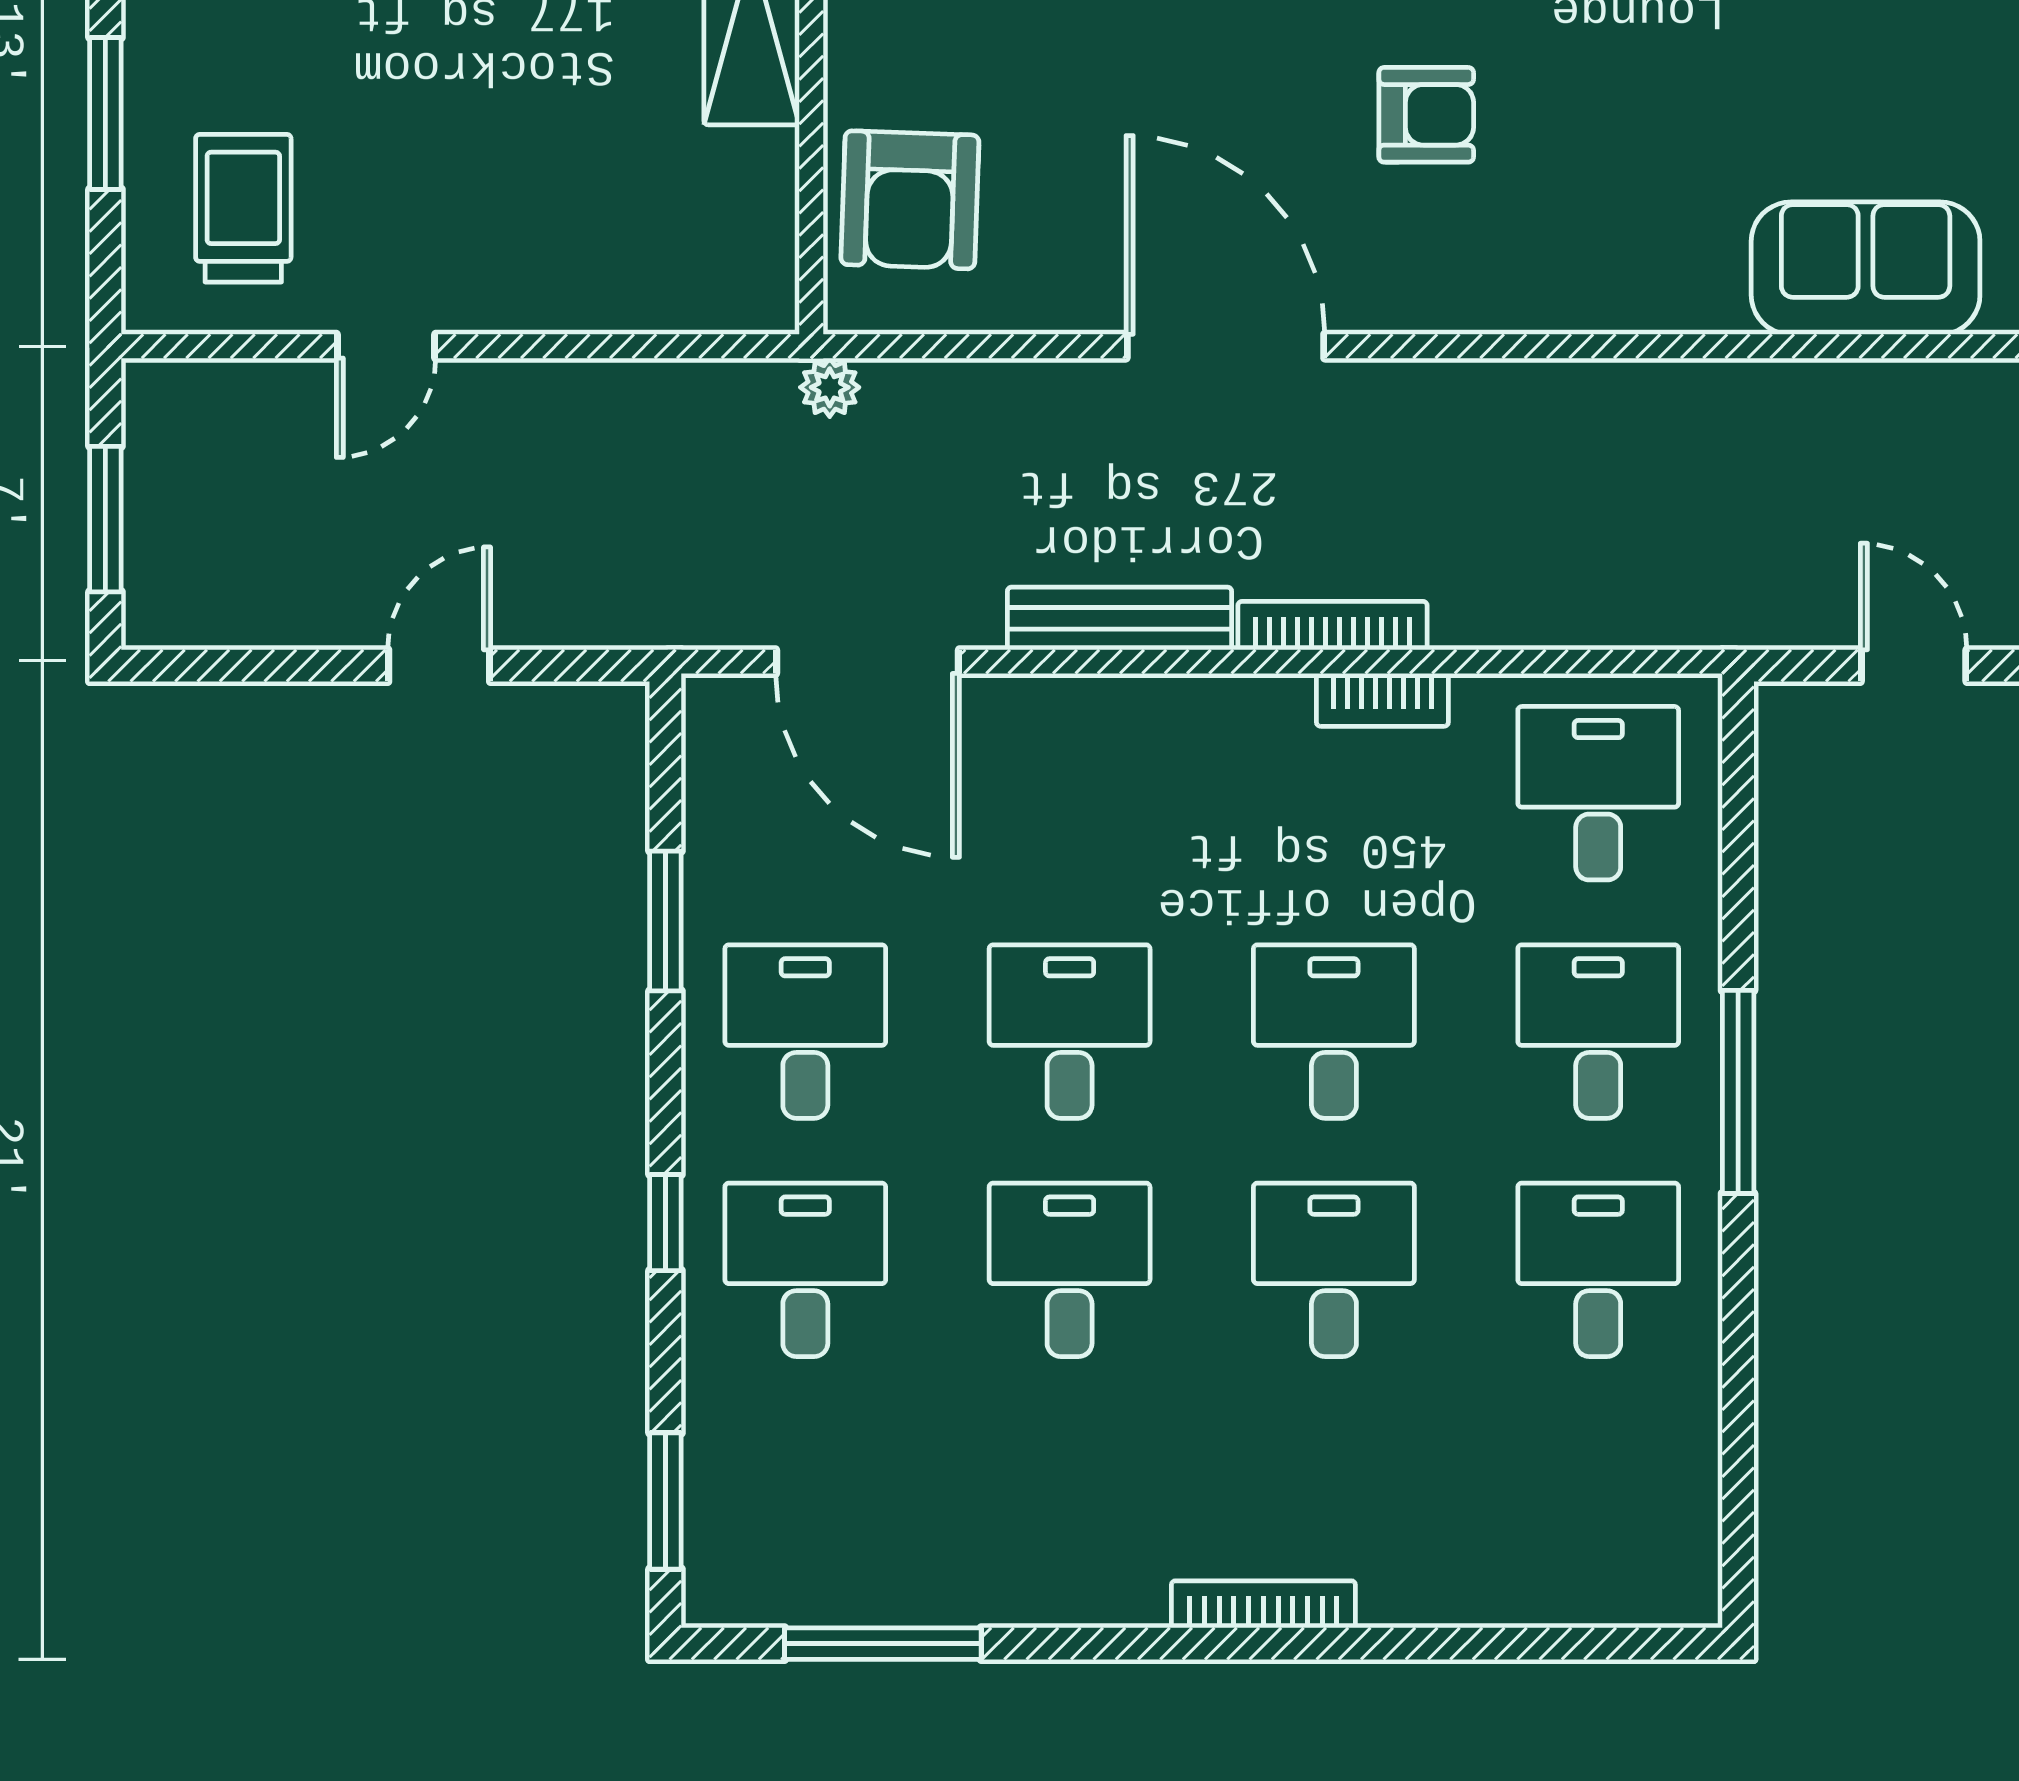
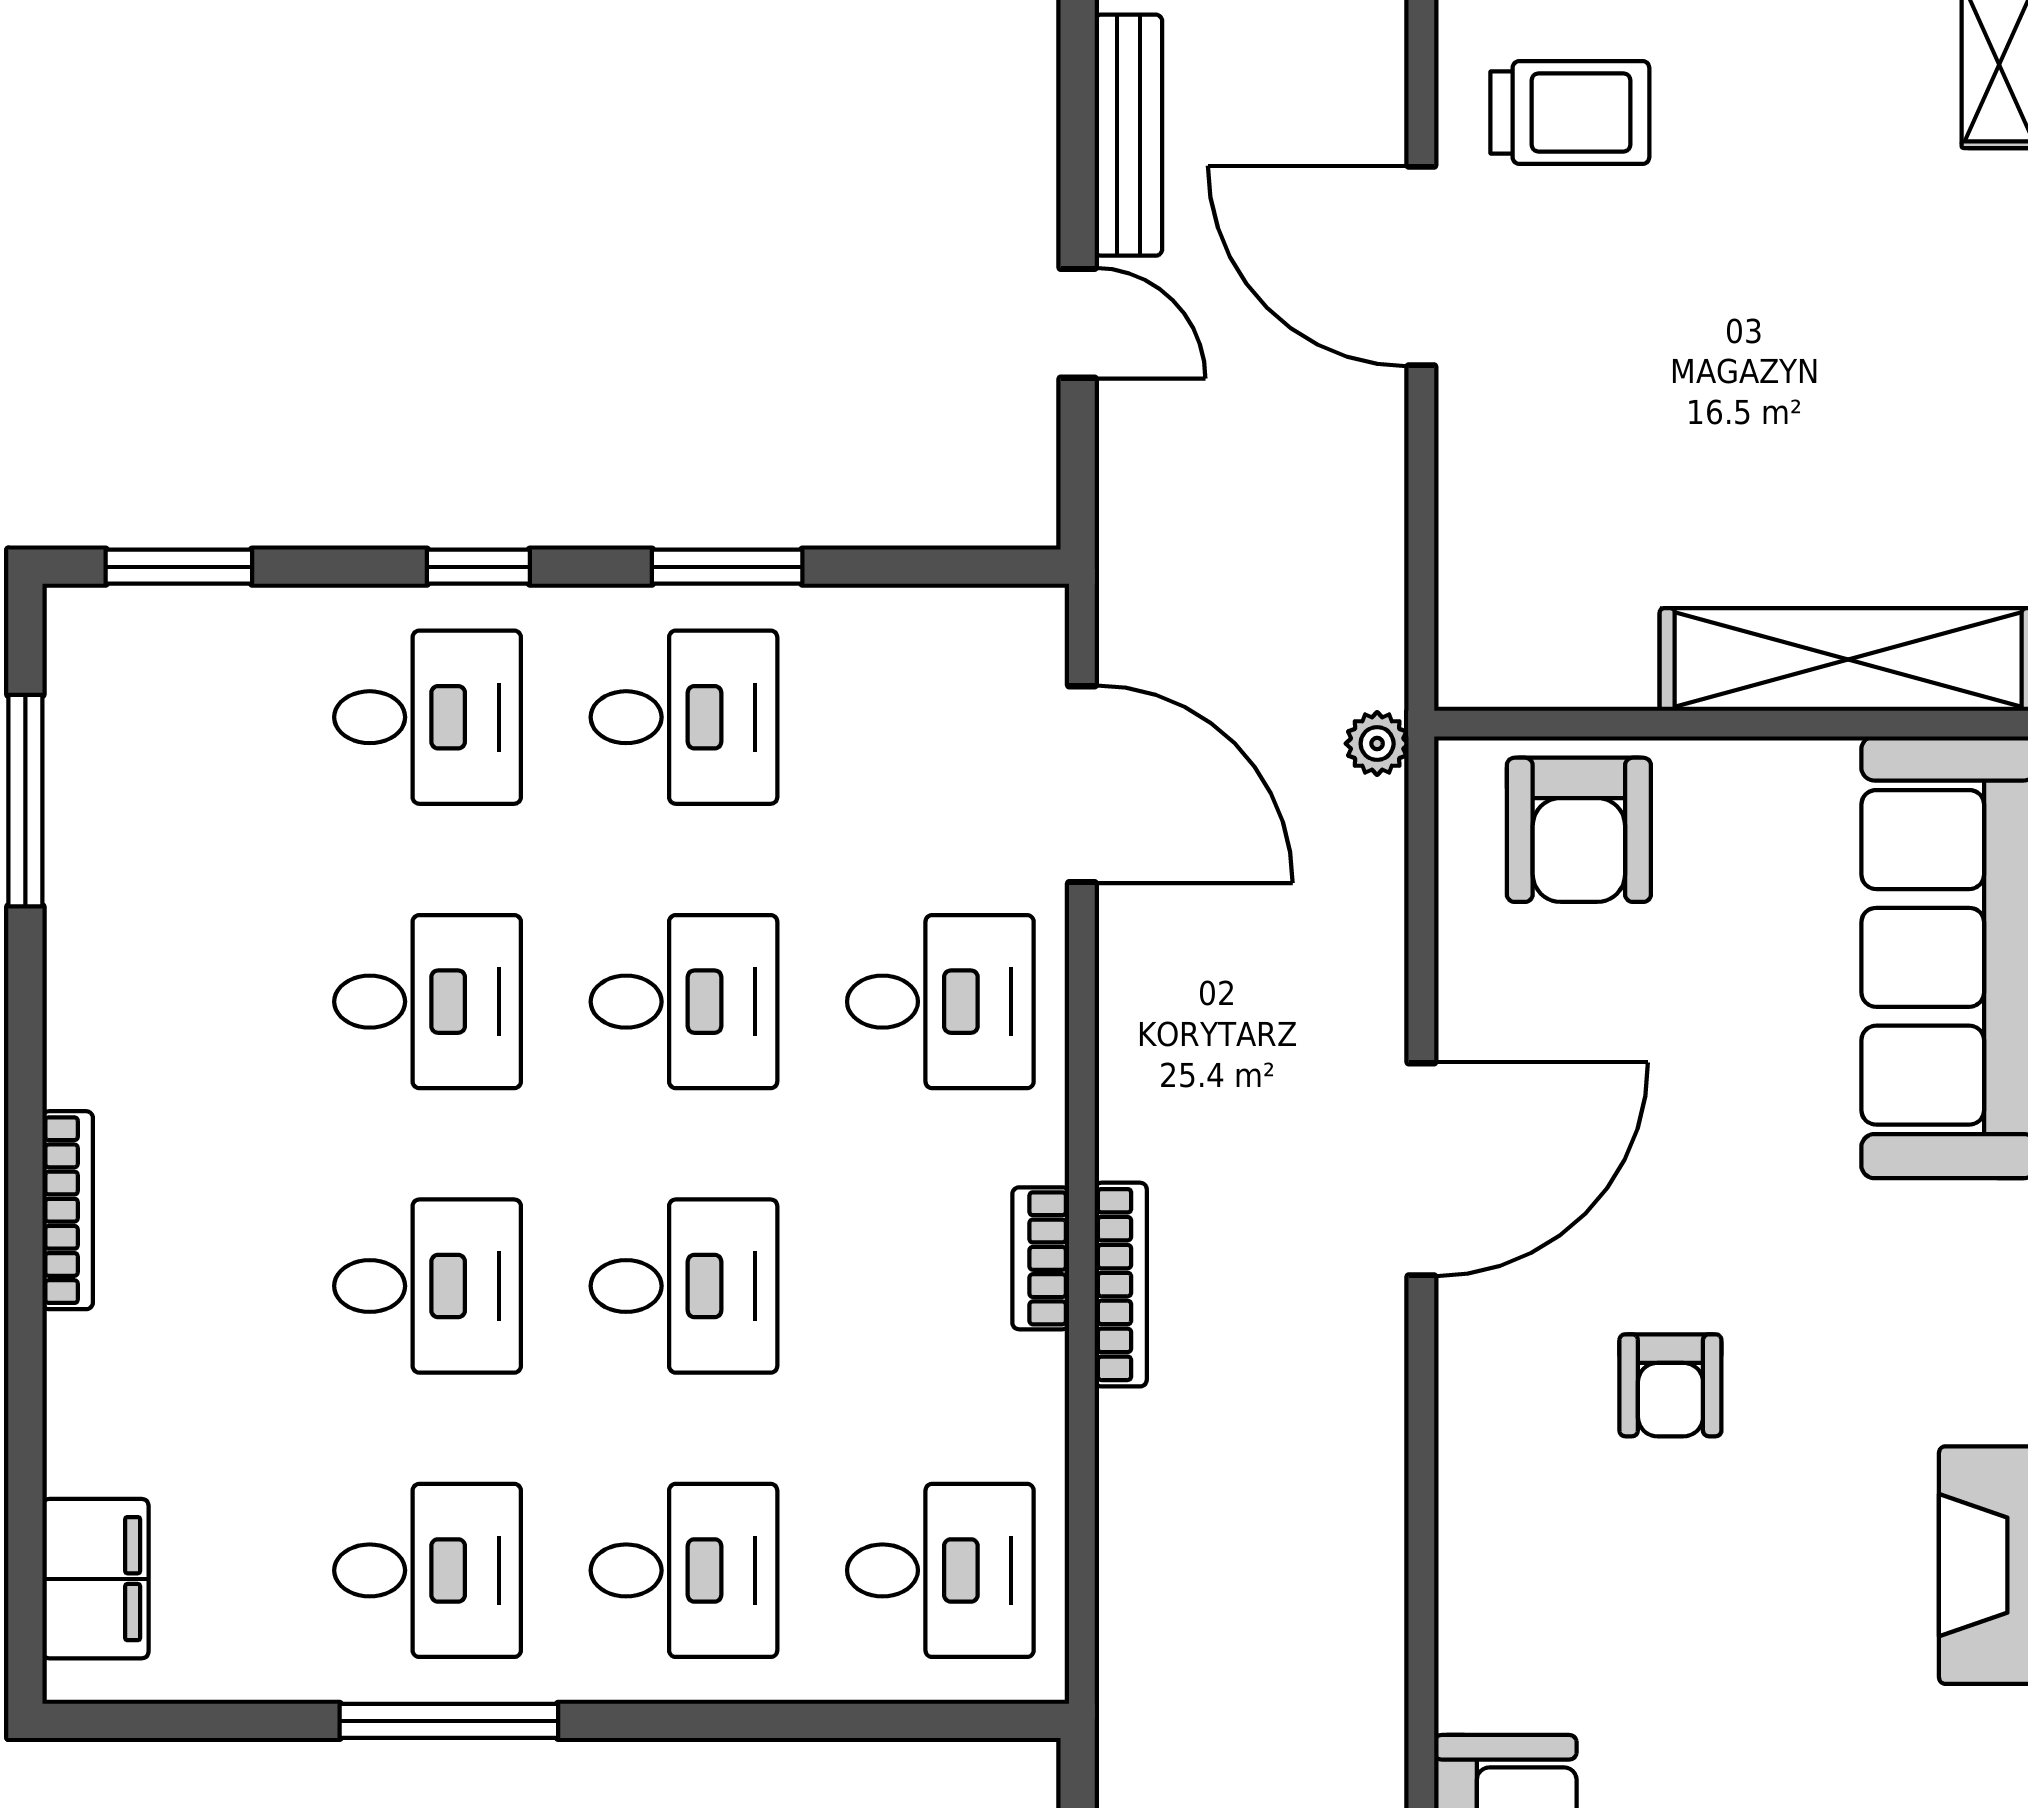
armchair: (910, 200) -> (1579, 830), turned -92
door: (386, 346) -> (1421, 266), width x1.88
bench: (1120, 618) -> (1128, 135), moved
door: (868, 662) -> (1082, 784), swing flipped
bookcase: (1382, 700) -> (1041, 1258), moved
desk: (1070, 793) -> (940, 1002), added
window: (665, 921) -> (727, 567), moved
window: (1738, 1092) -> (449, 1721), moved
filing cabinet: (1606, 1578) -> (95, 1579), added

